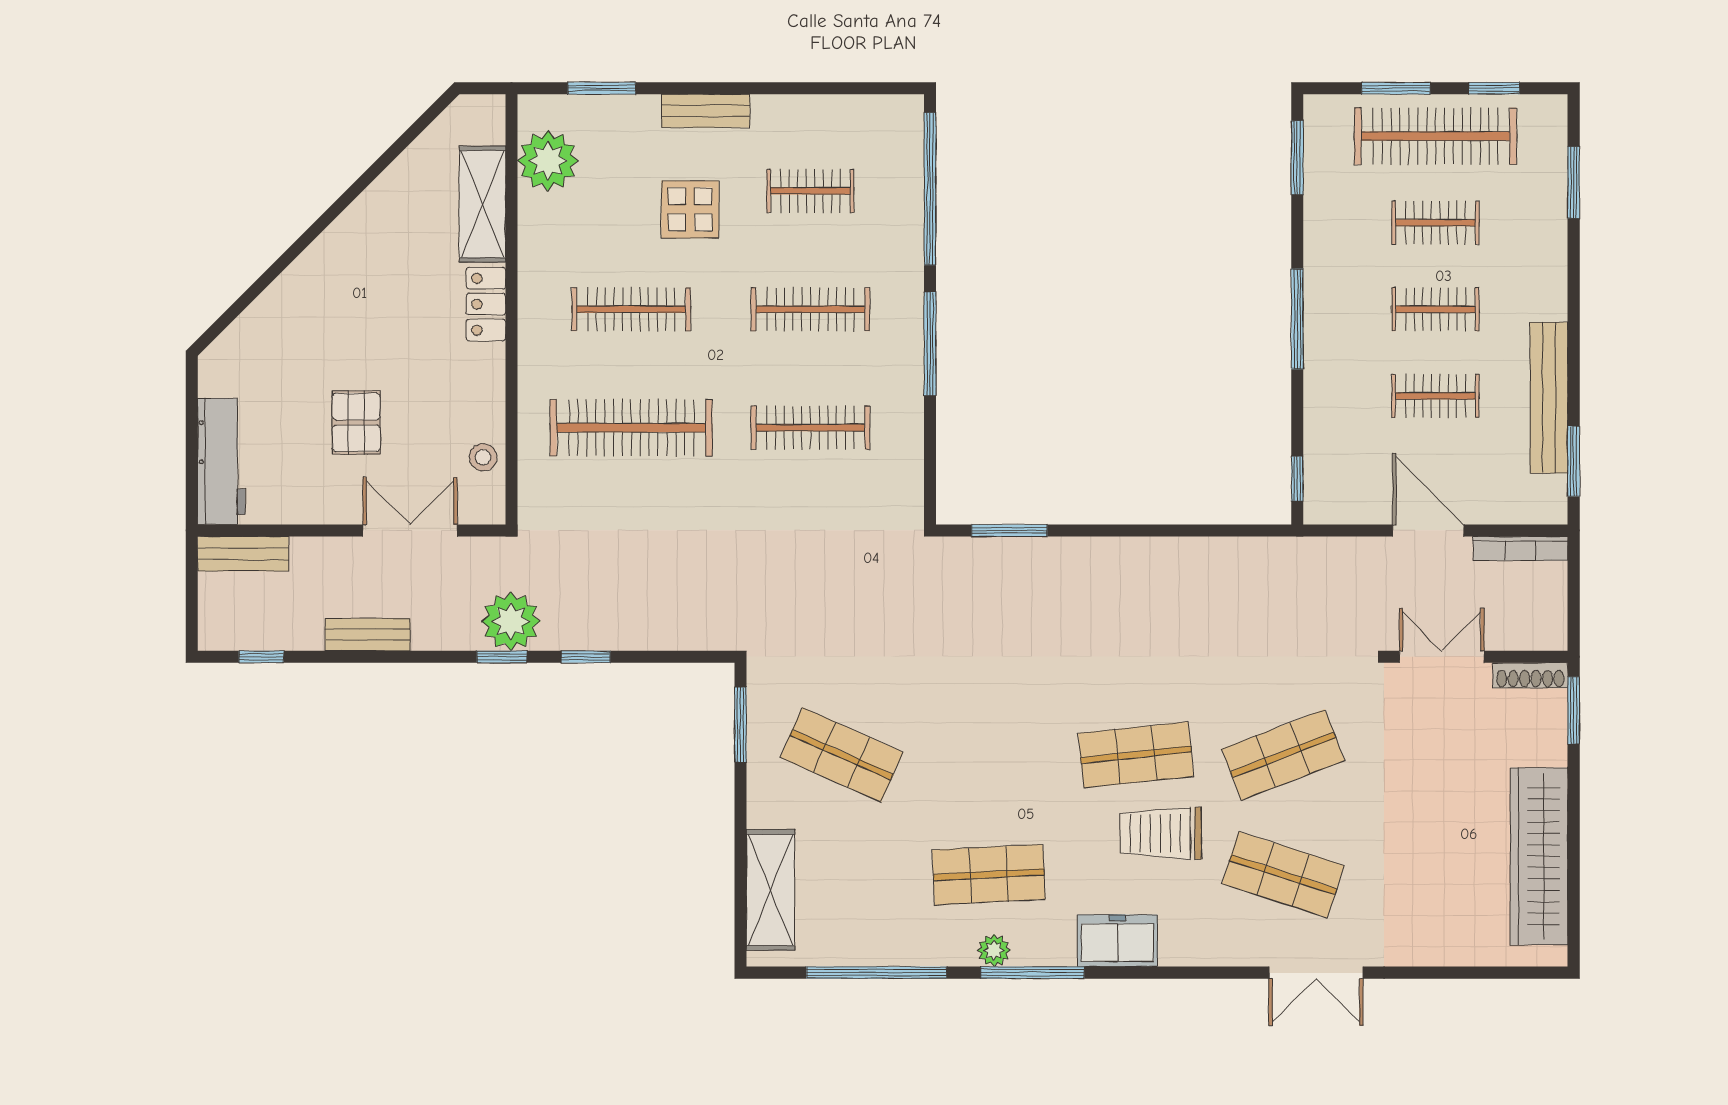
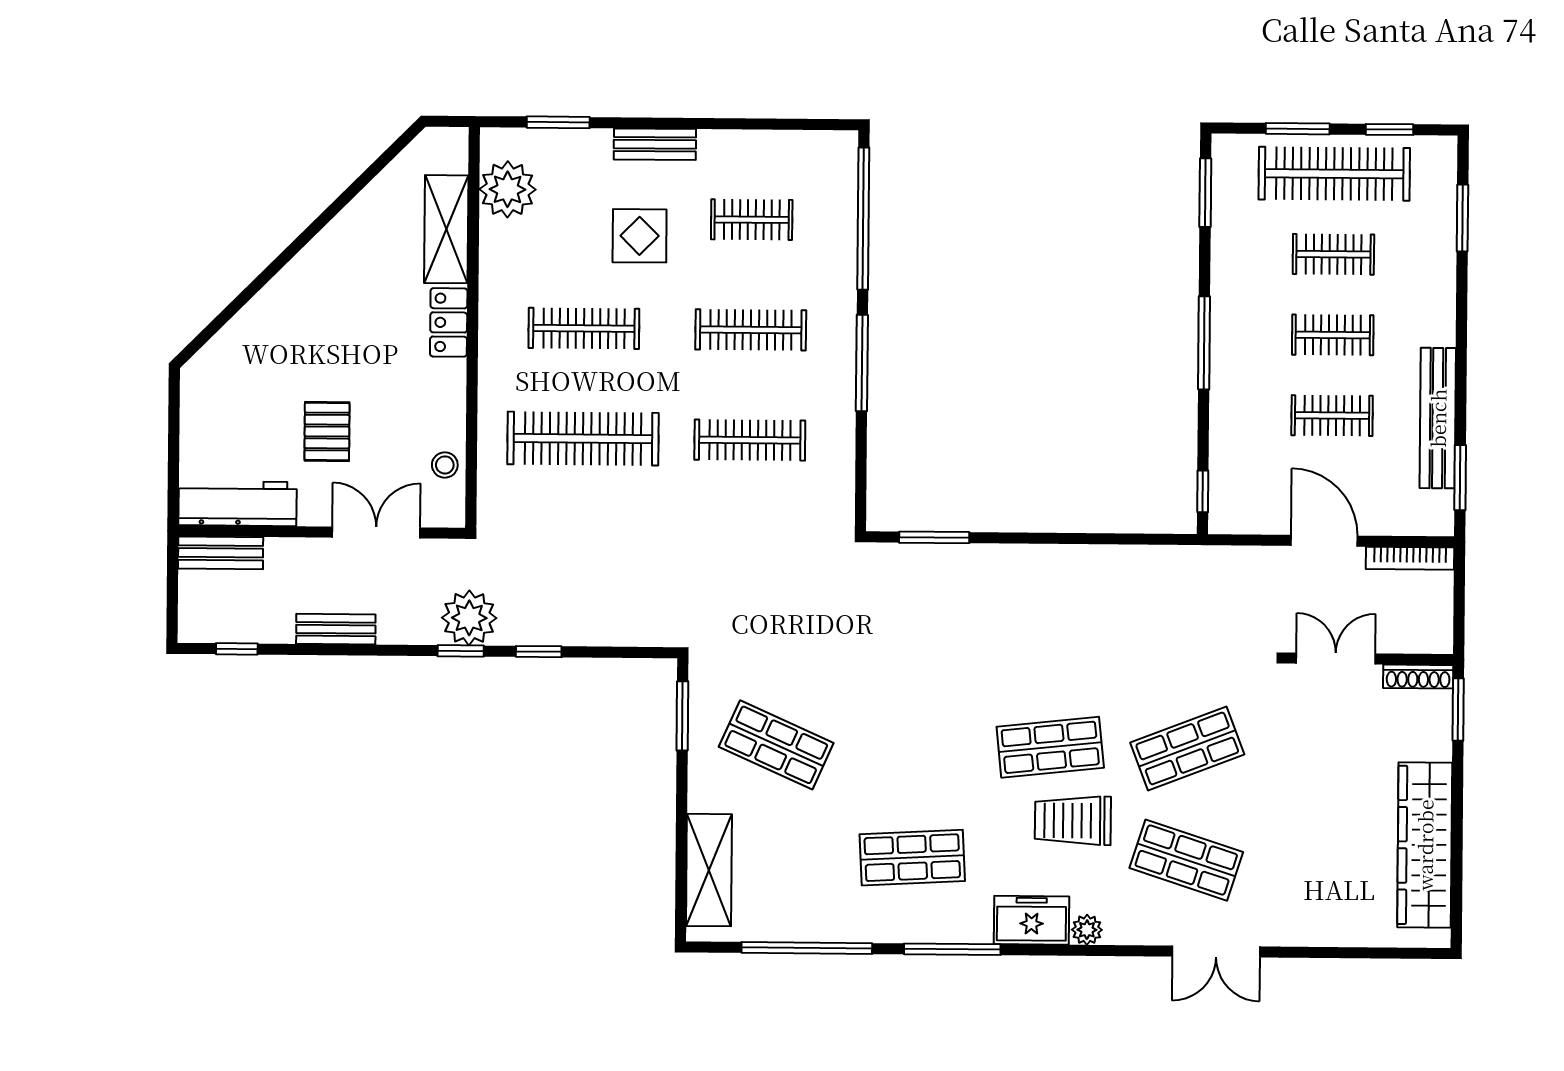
workbench: (221, 461) -> (238, 504), moved, turned -90
plant: (994, 950) -> (1087, 930), moved

